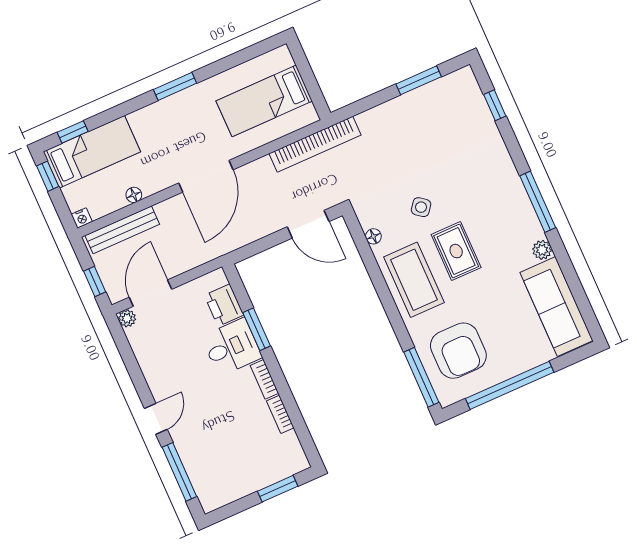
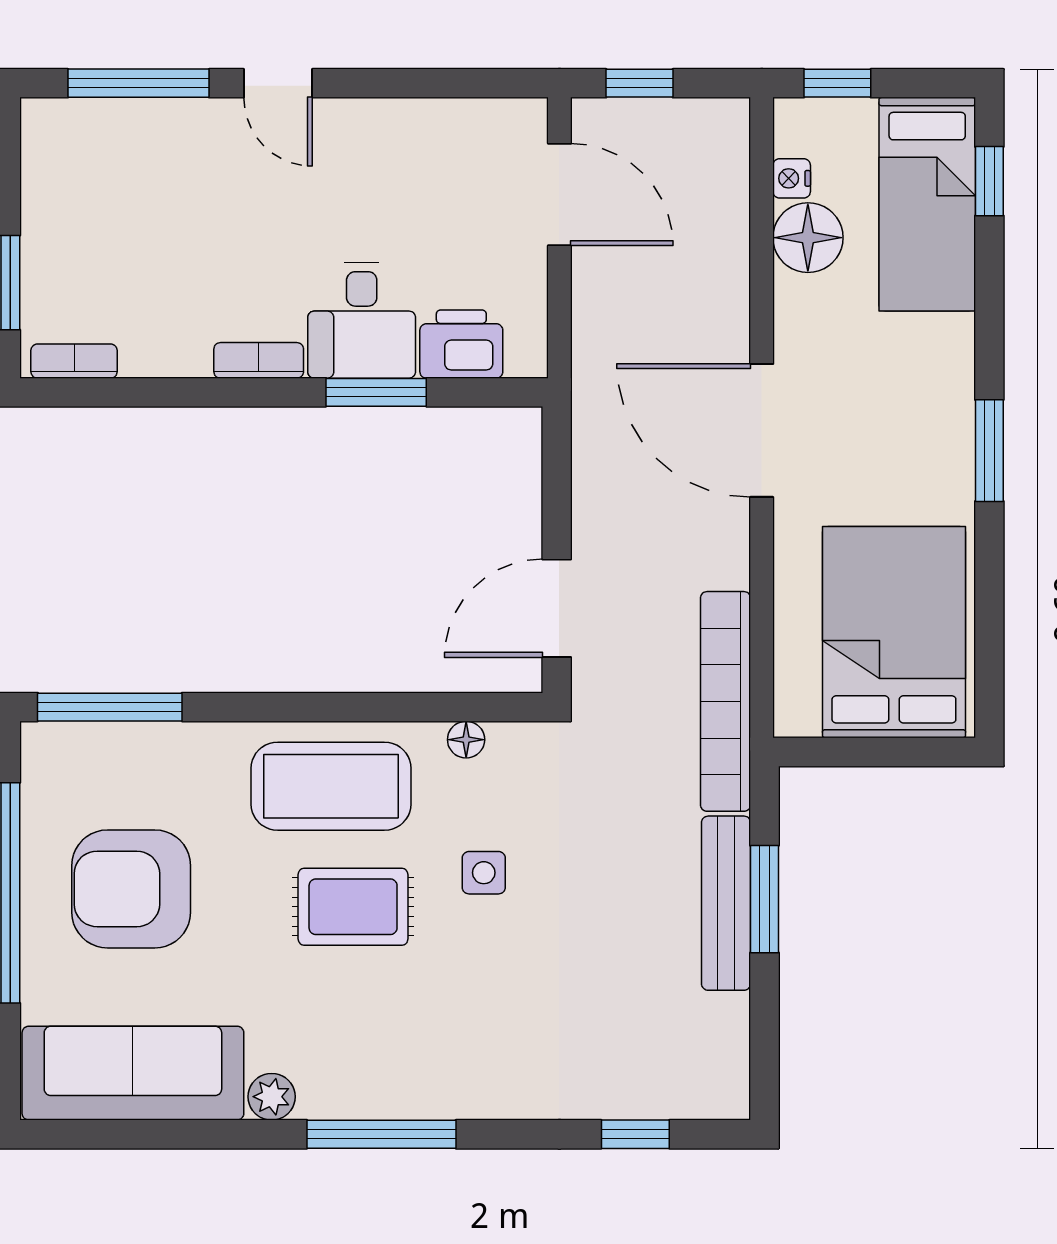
window: (419, 80) -> (765, 899), moved
bed: (264, 101) -> (894, 632), width x1.50
window: (48, 176) -> (837, 83), moved
floor lamp: (134, 195) -> (808, 238), width x1.89, depth x1.89
side table: (421, 207) -> (484, 873), turned -38
nightstand: (82, 218) -> (792, 178), moved
bench: (122, 230) -> (726, 903), moved
plant: (127, 318) -> (527, 118), removed
armchair: (458, 351) -> (131, 889), moved
bookcase: (280, 414) -> (74, 361), moved

